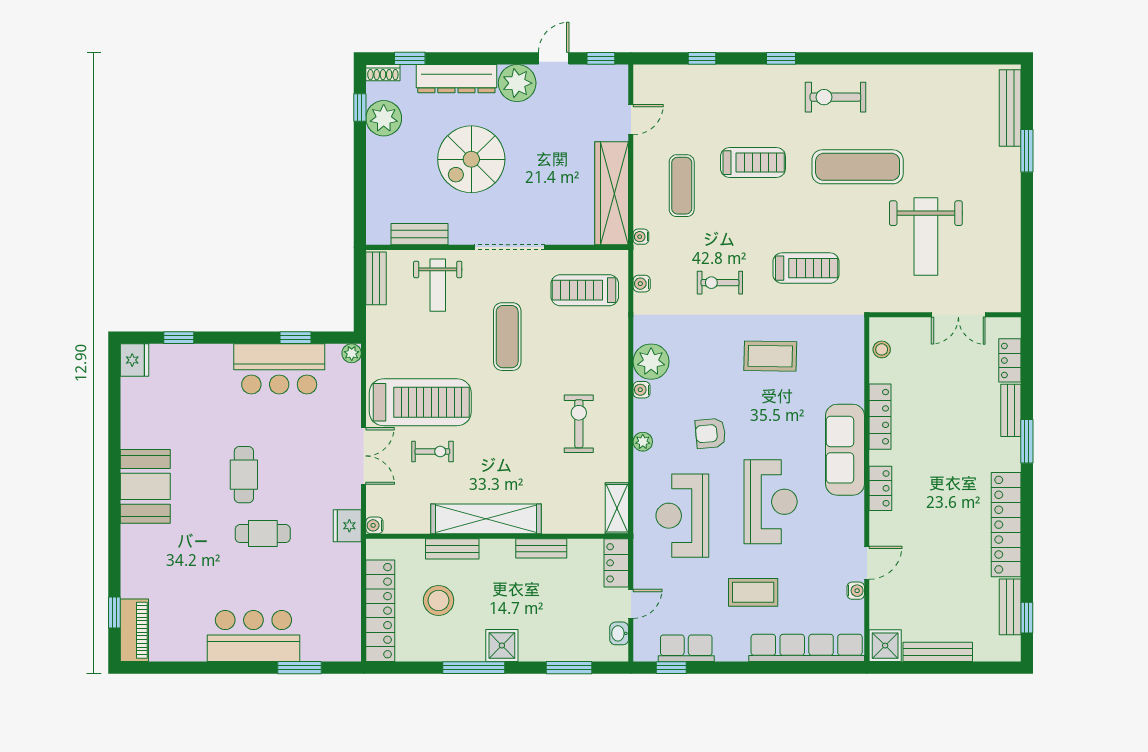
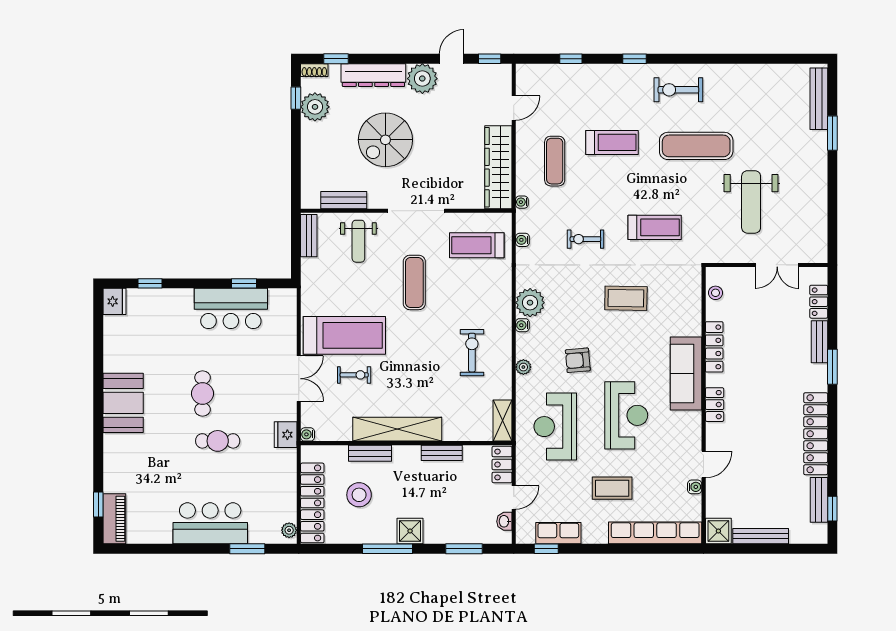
plant: (352, 353) -> (289, 530), moved

